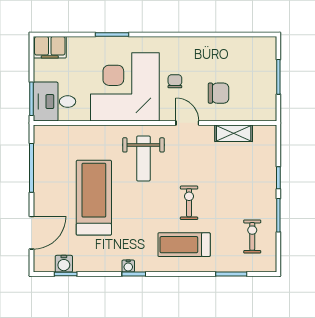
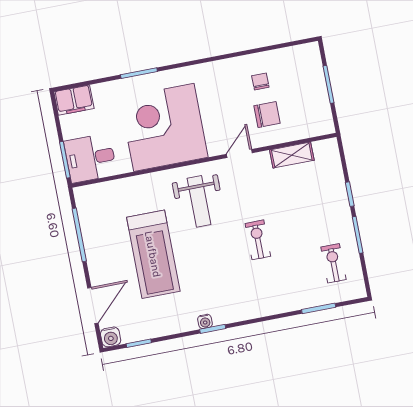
chair: (175, 81) -> (260, 81), moved
door: (187, 123) -> (239, 154), hinge flipped
treadmill: (94, 198) -> (153, 254), turned 180
treadmill: (184, 245) -> (261, 286), removed
water cooler: (64, 264) -> (111, 337), moved

